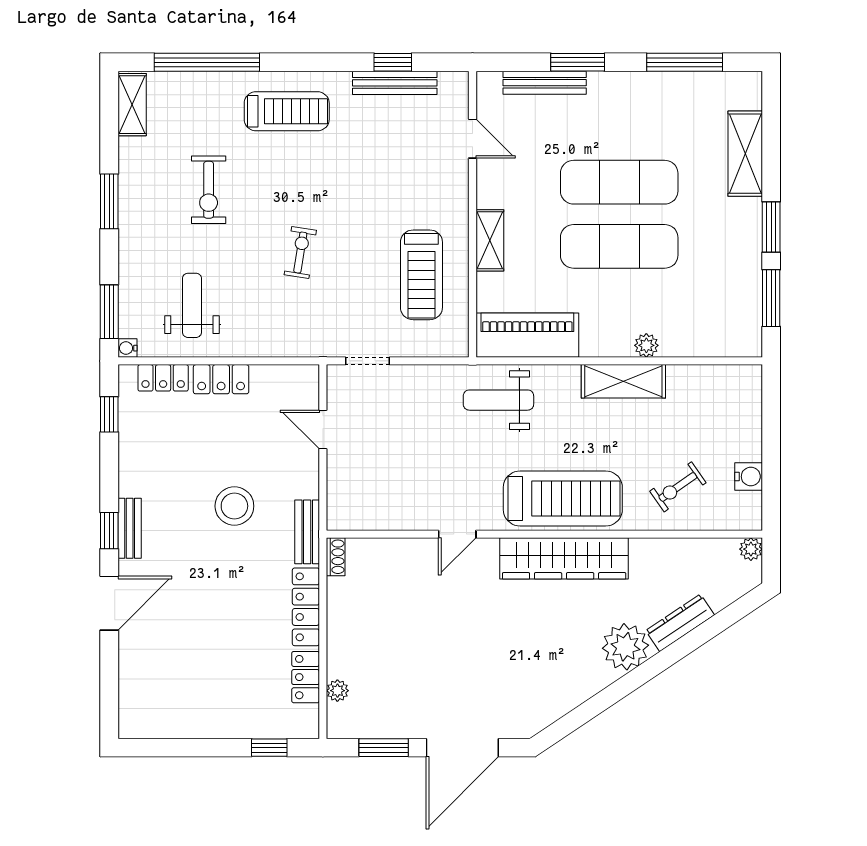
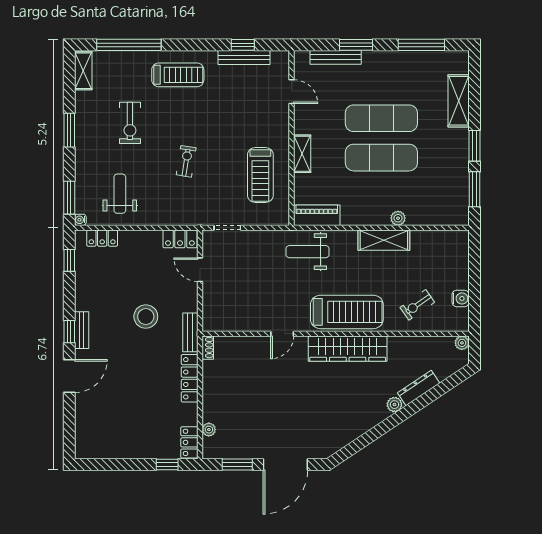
piano: (527, 335) -> (317, 215), width x0.73, depth x0.75
locker: (221, 379) -> (180, 239), moved
plant: (625, 647) -> (394, 405), width x0.53, depth x0.53
locker: (306, 677) -> (189, 442), moved

